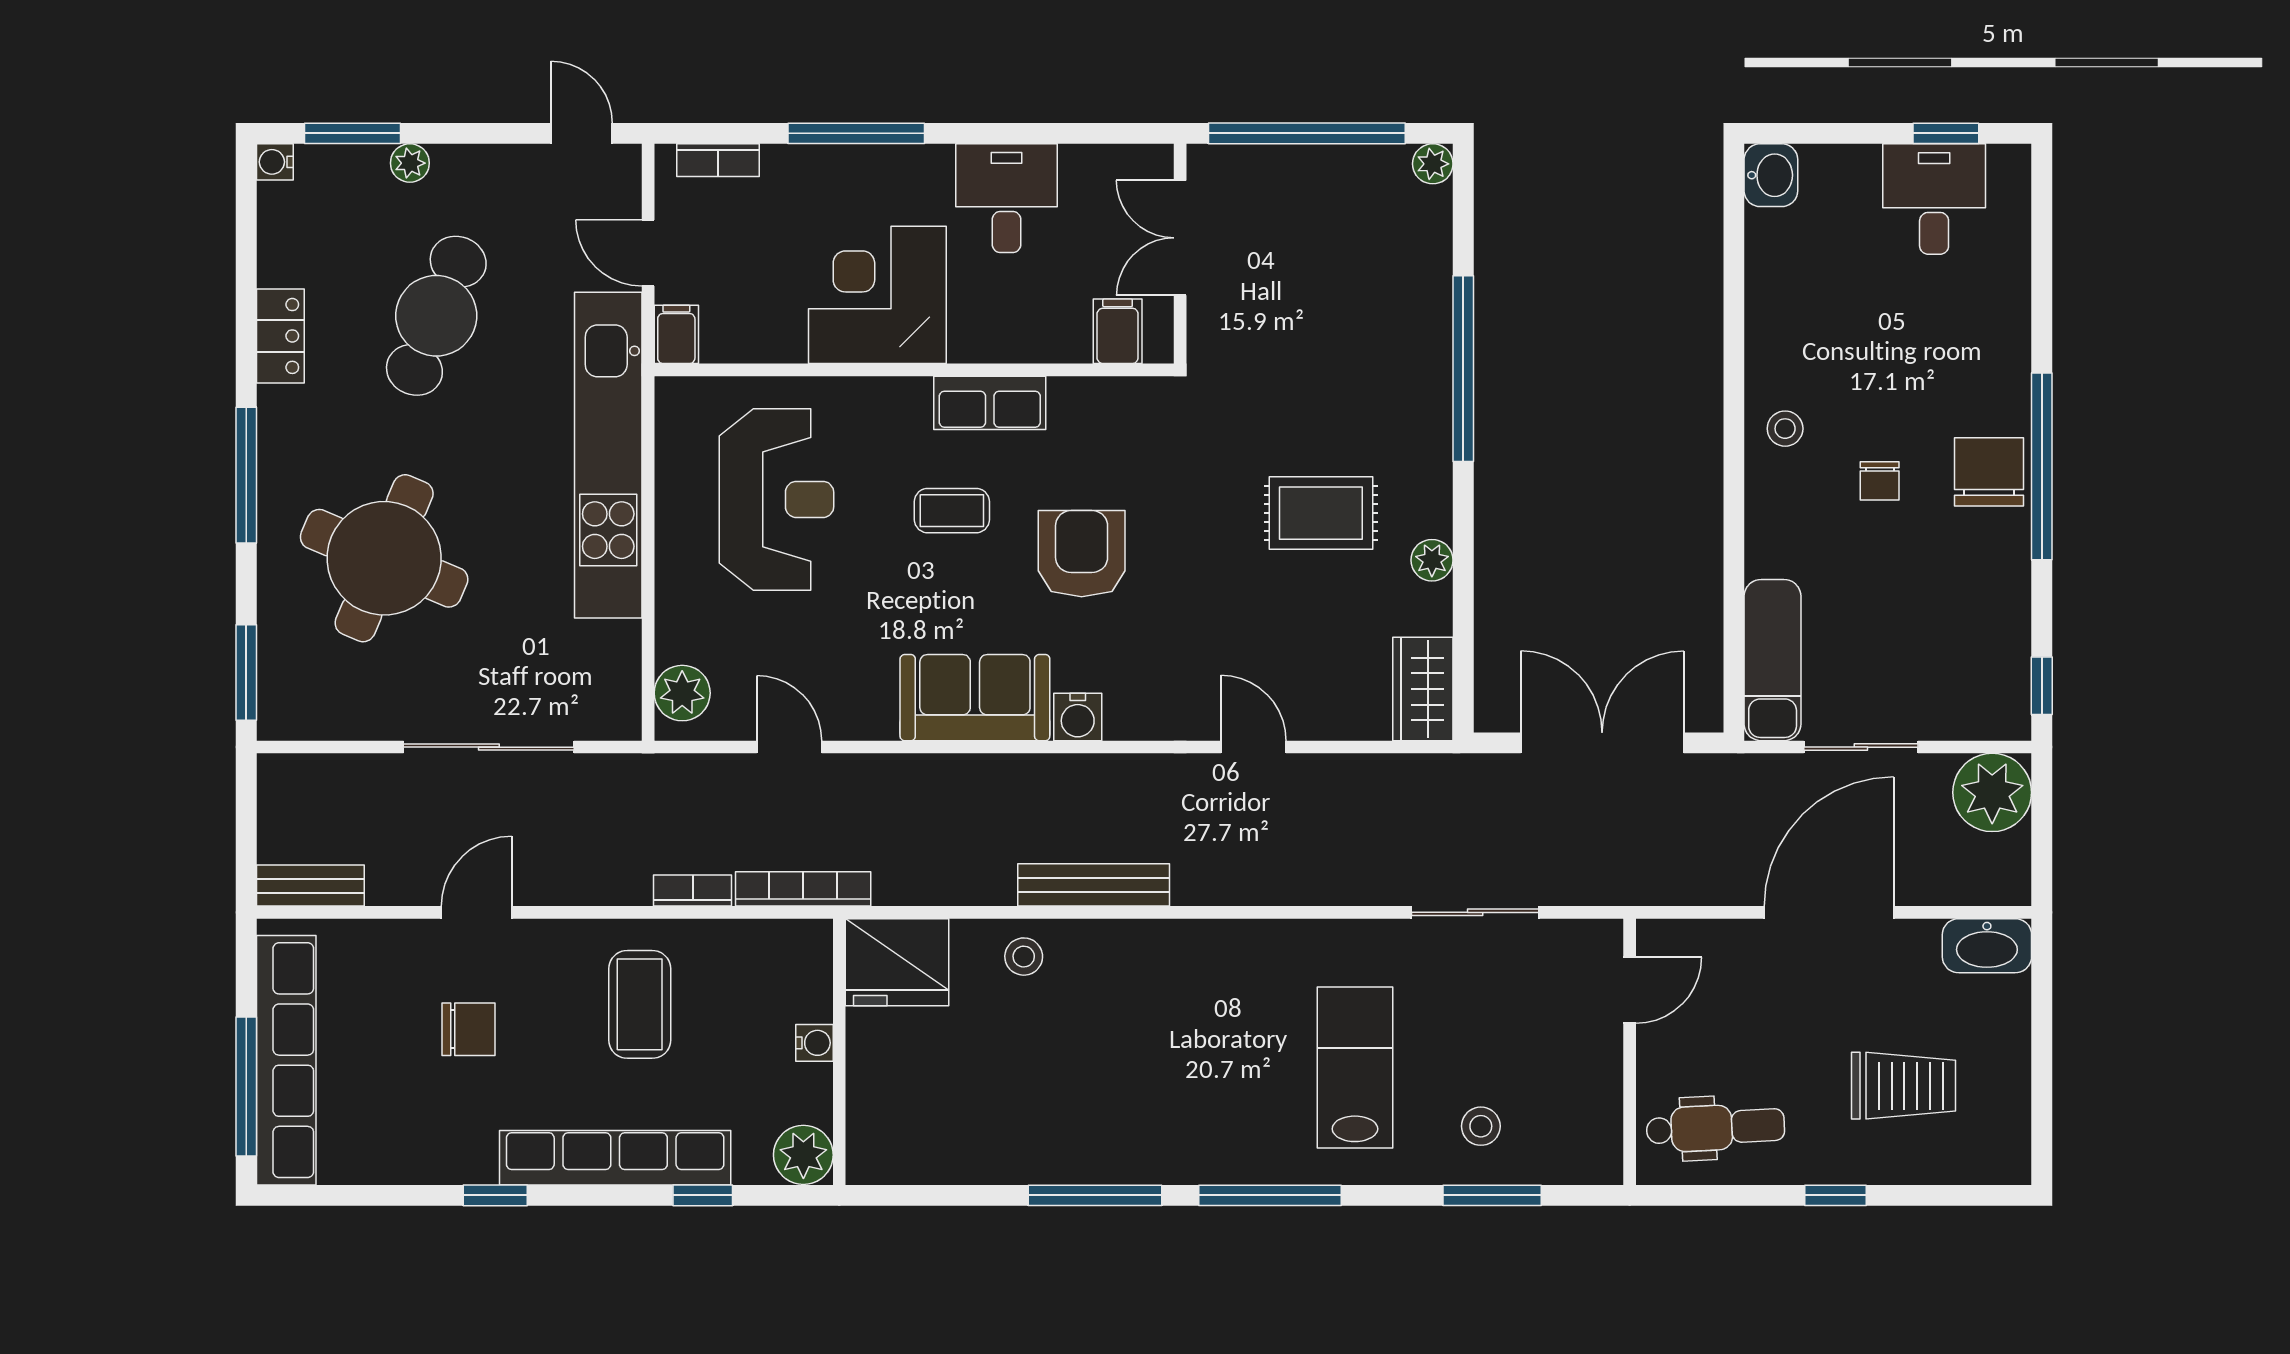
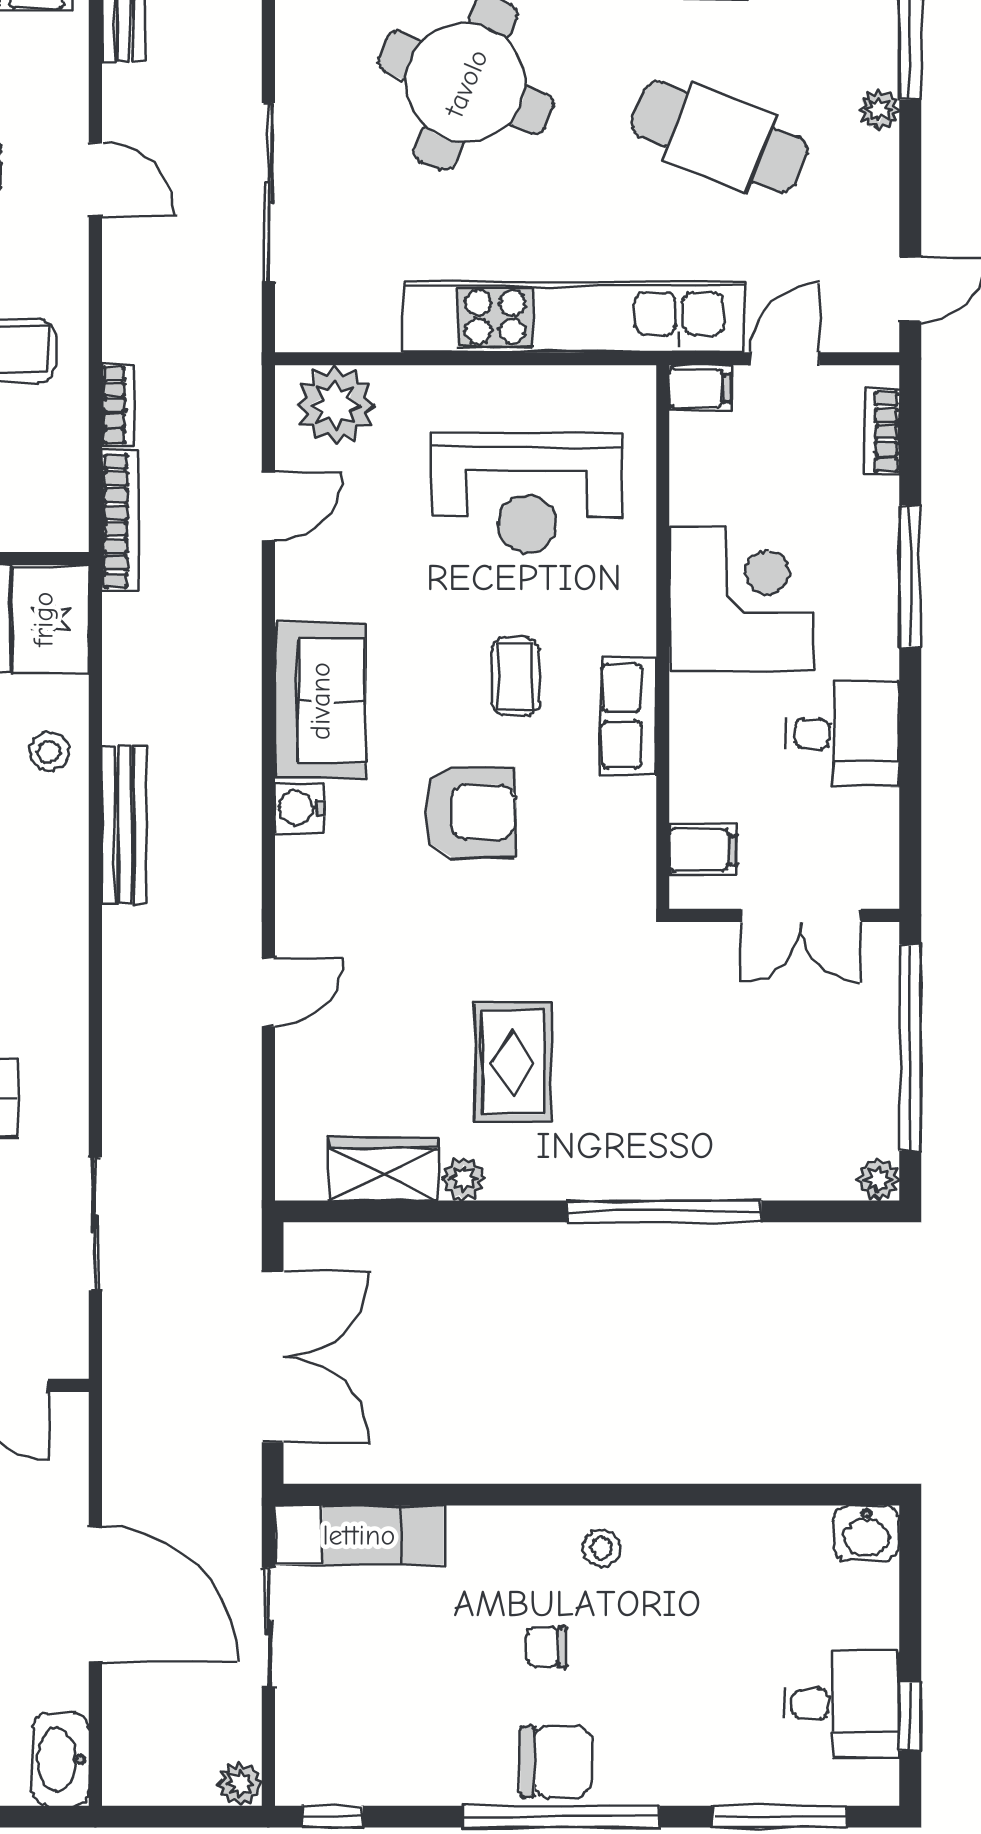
double door: (1180, 238) -> (801, 915), swing flipped
window: (2042, 258) -> (780, 1817), added
wardrobe: (1423, 689) -> (383, 1169), moved
plant: (682, 693) -> (335, 405), width x1.36, depth x1.36
plant: (1992, 792) -> (240, 1784), width x0.53, depth x0.53

